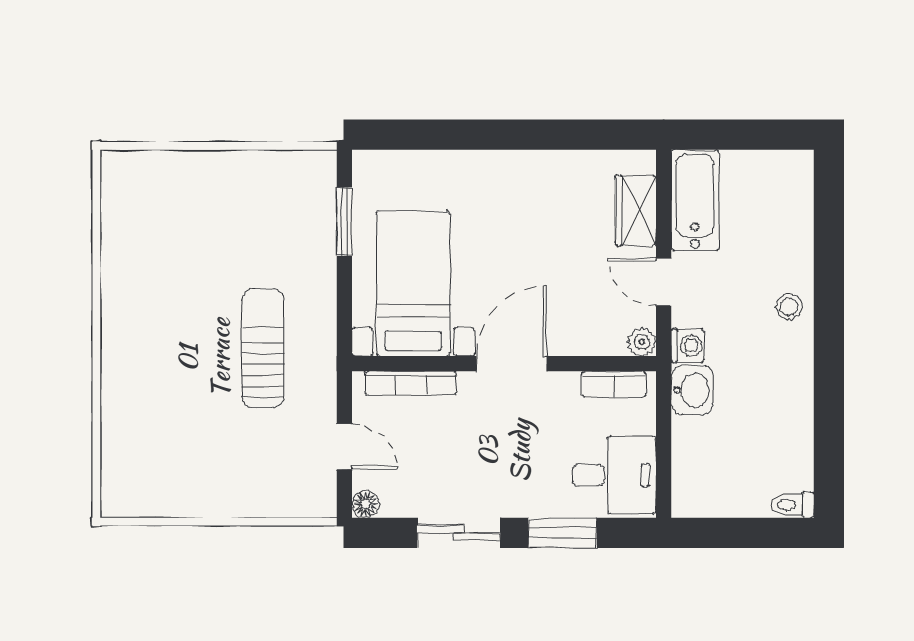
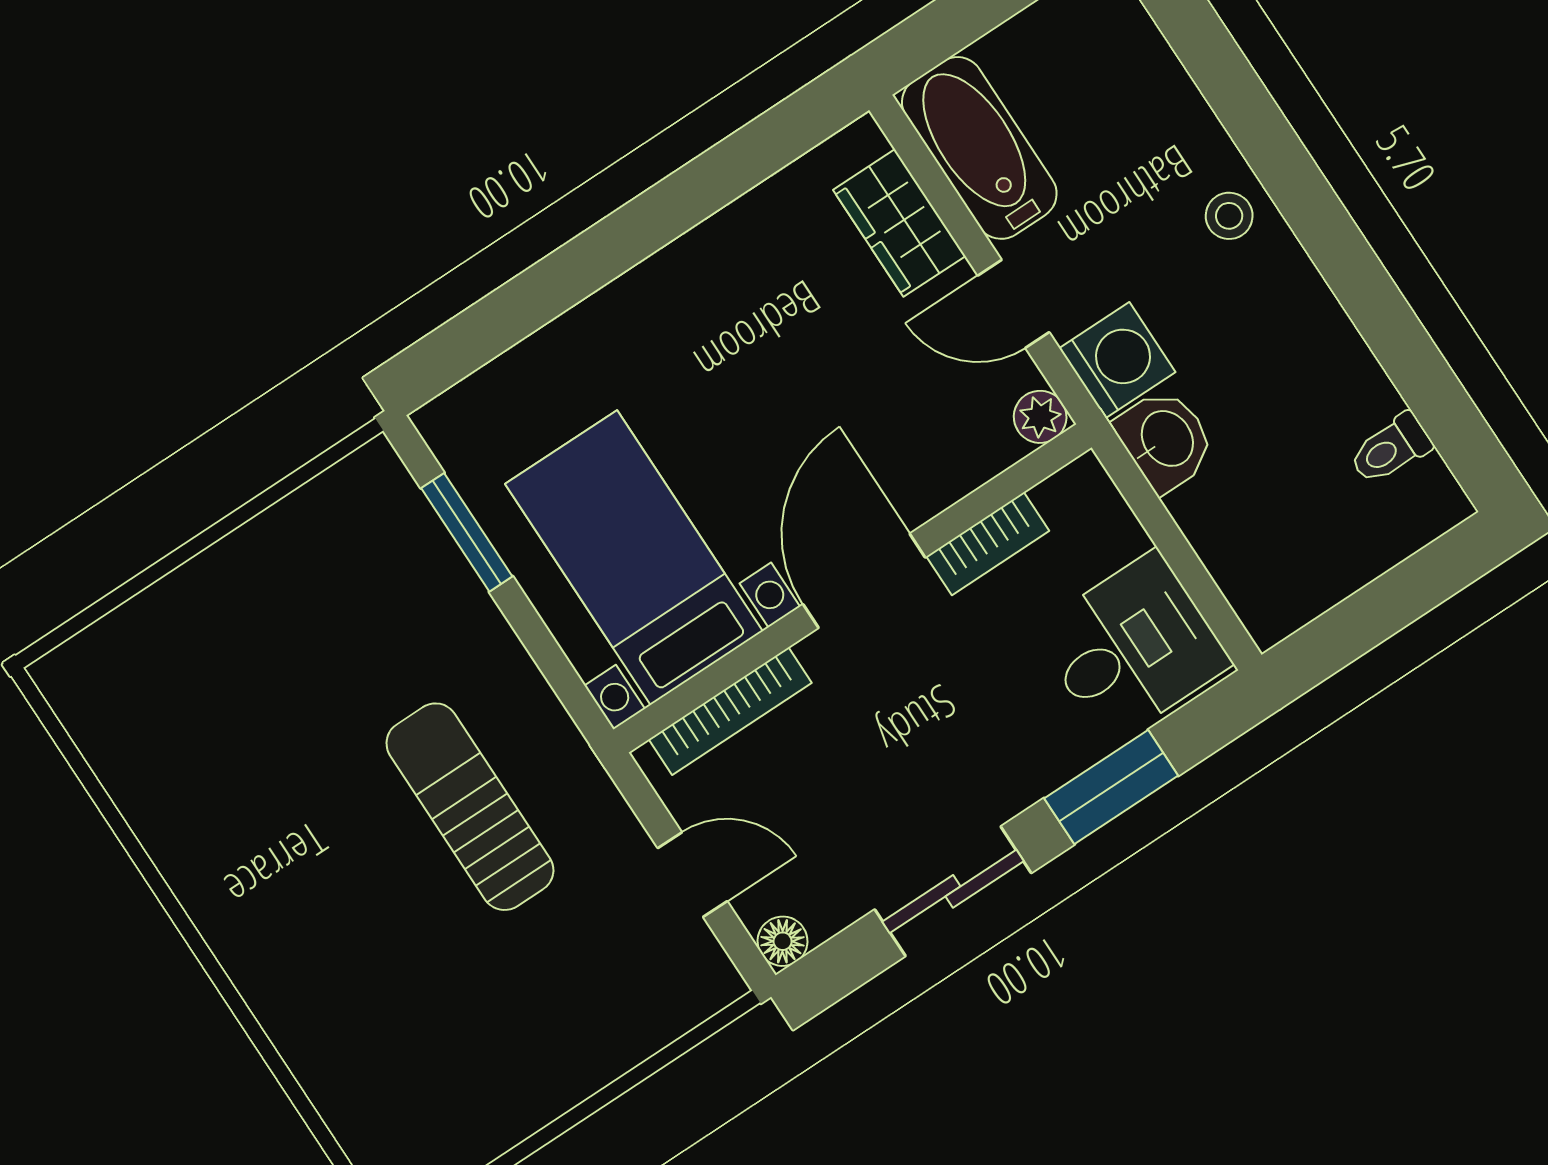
washing machine: (688, 346) -> (1117, 360), width x1.38, depth x1.38
bookcase: (614, 384) -> (988, 544), moved
toilet: (793, 505) -> (1391, 449), moved

